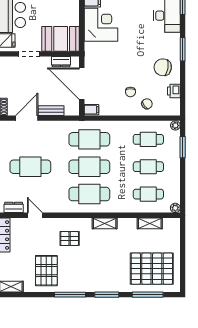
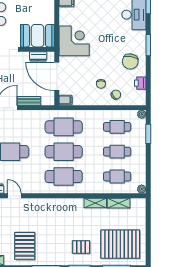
corner desk: (101, 25) -> (74, 41), moved
chair: (163, 67) -> (130, 61), turned -90
shelving: (105, 223) -> (95, 203), moved
pallet: (70, 239) -> (81, 247), moved

